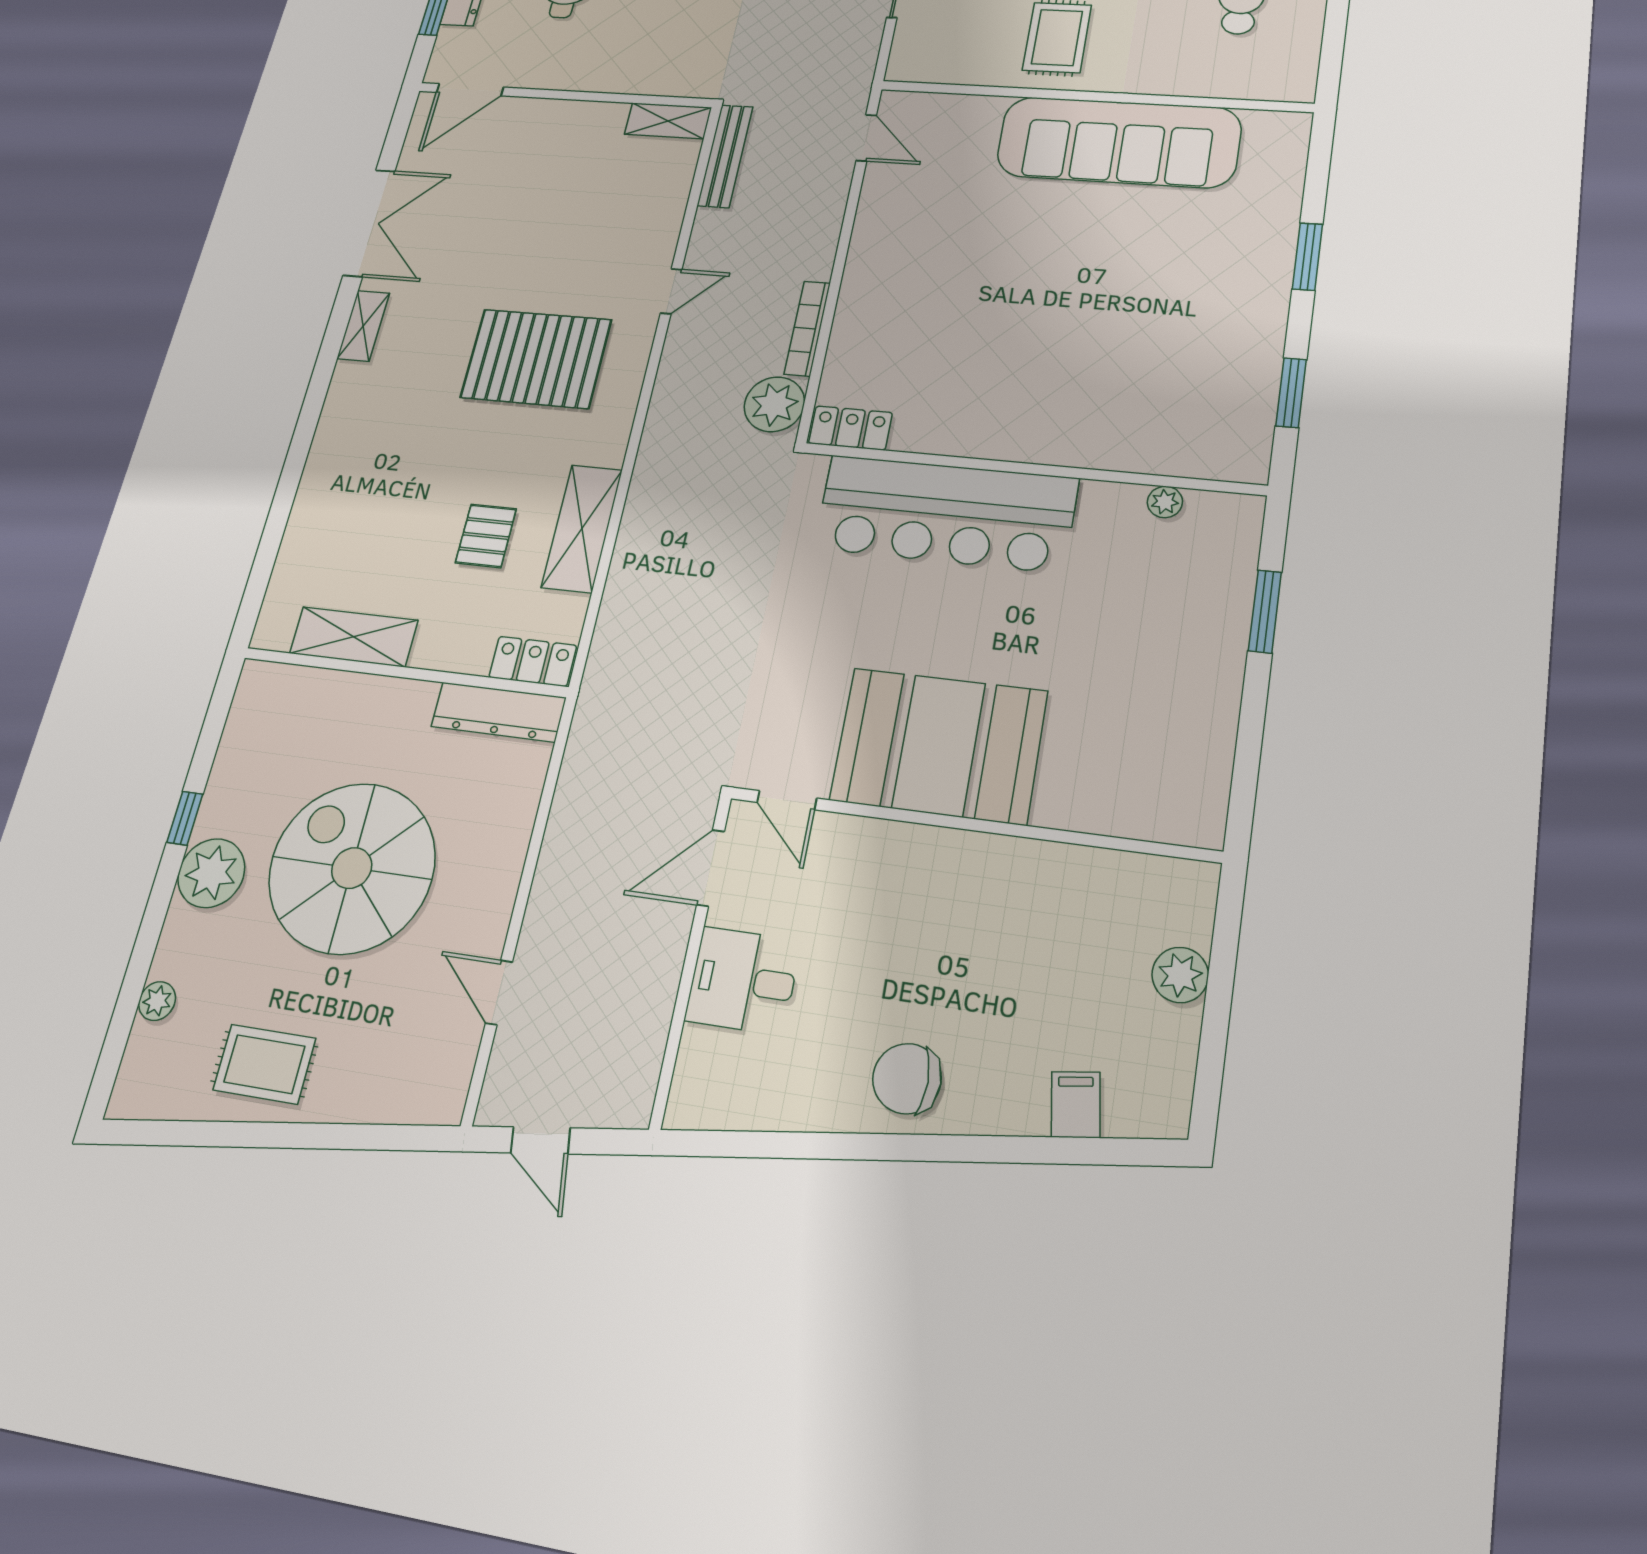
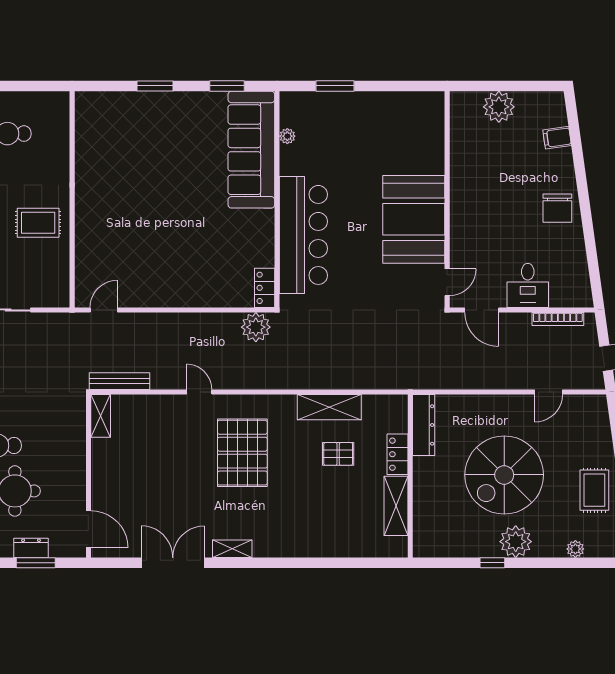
sofa: (1118, 142) -> (251, 150), moved, turned 180
bookcase: (807, 328) -> (558, 319), moved
locker: (533, 661) -> (398, 454), moved
plant: (1180, 975) -> (499, 107), width x1.36, depth x1.36

